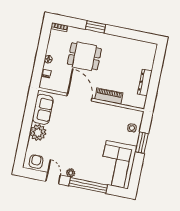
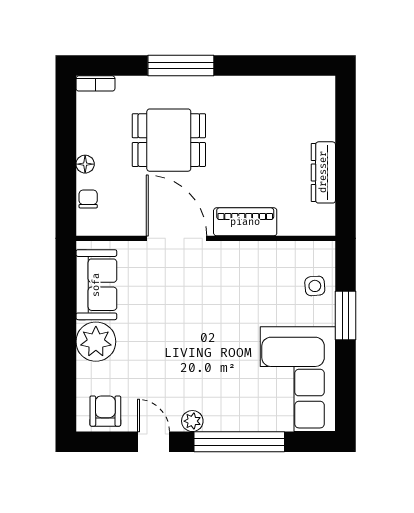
window: (96, 27) -> (181, 66), width x1.44

